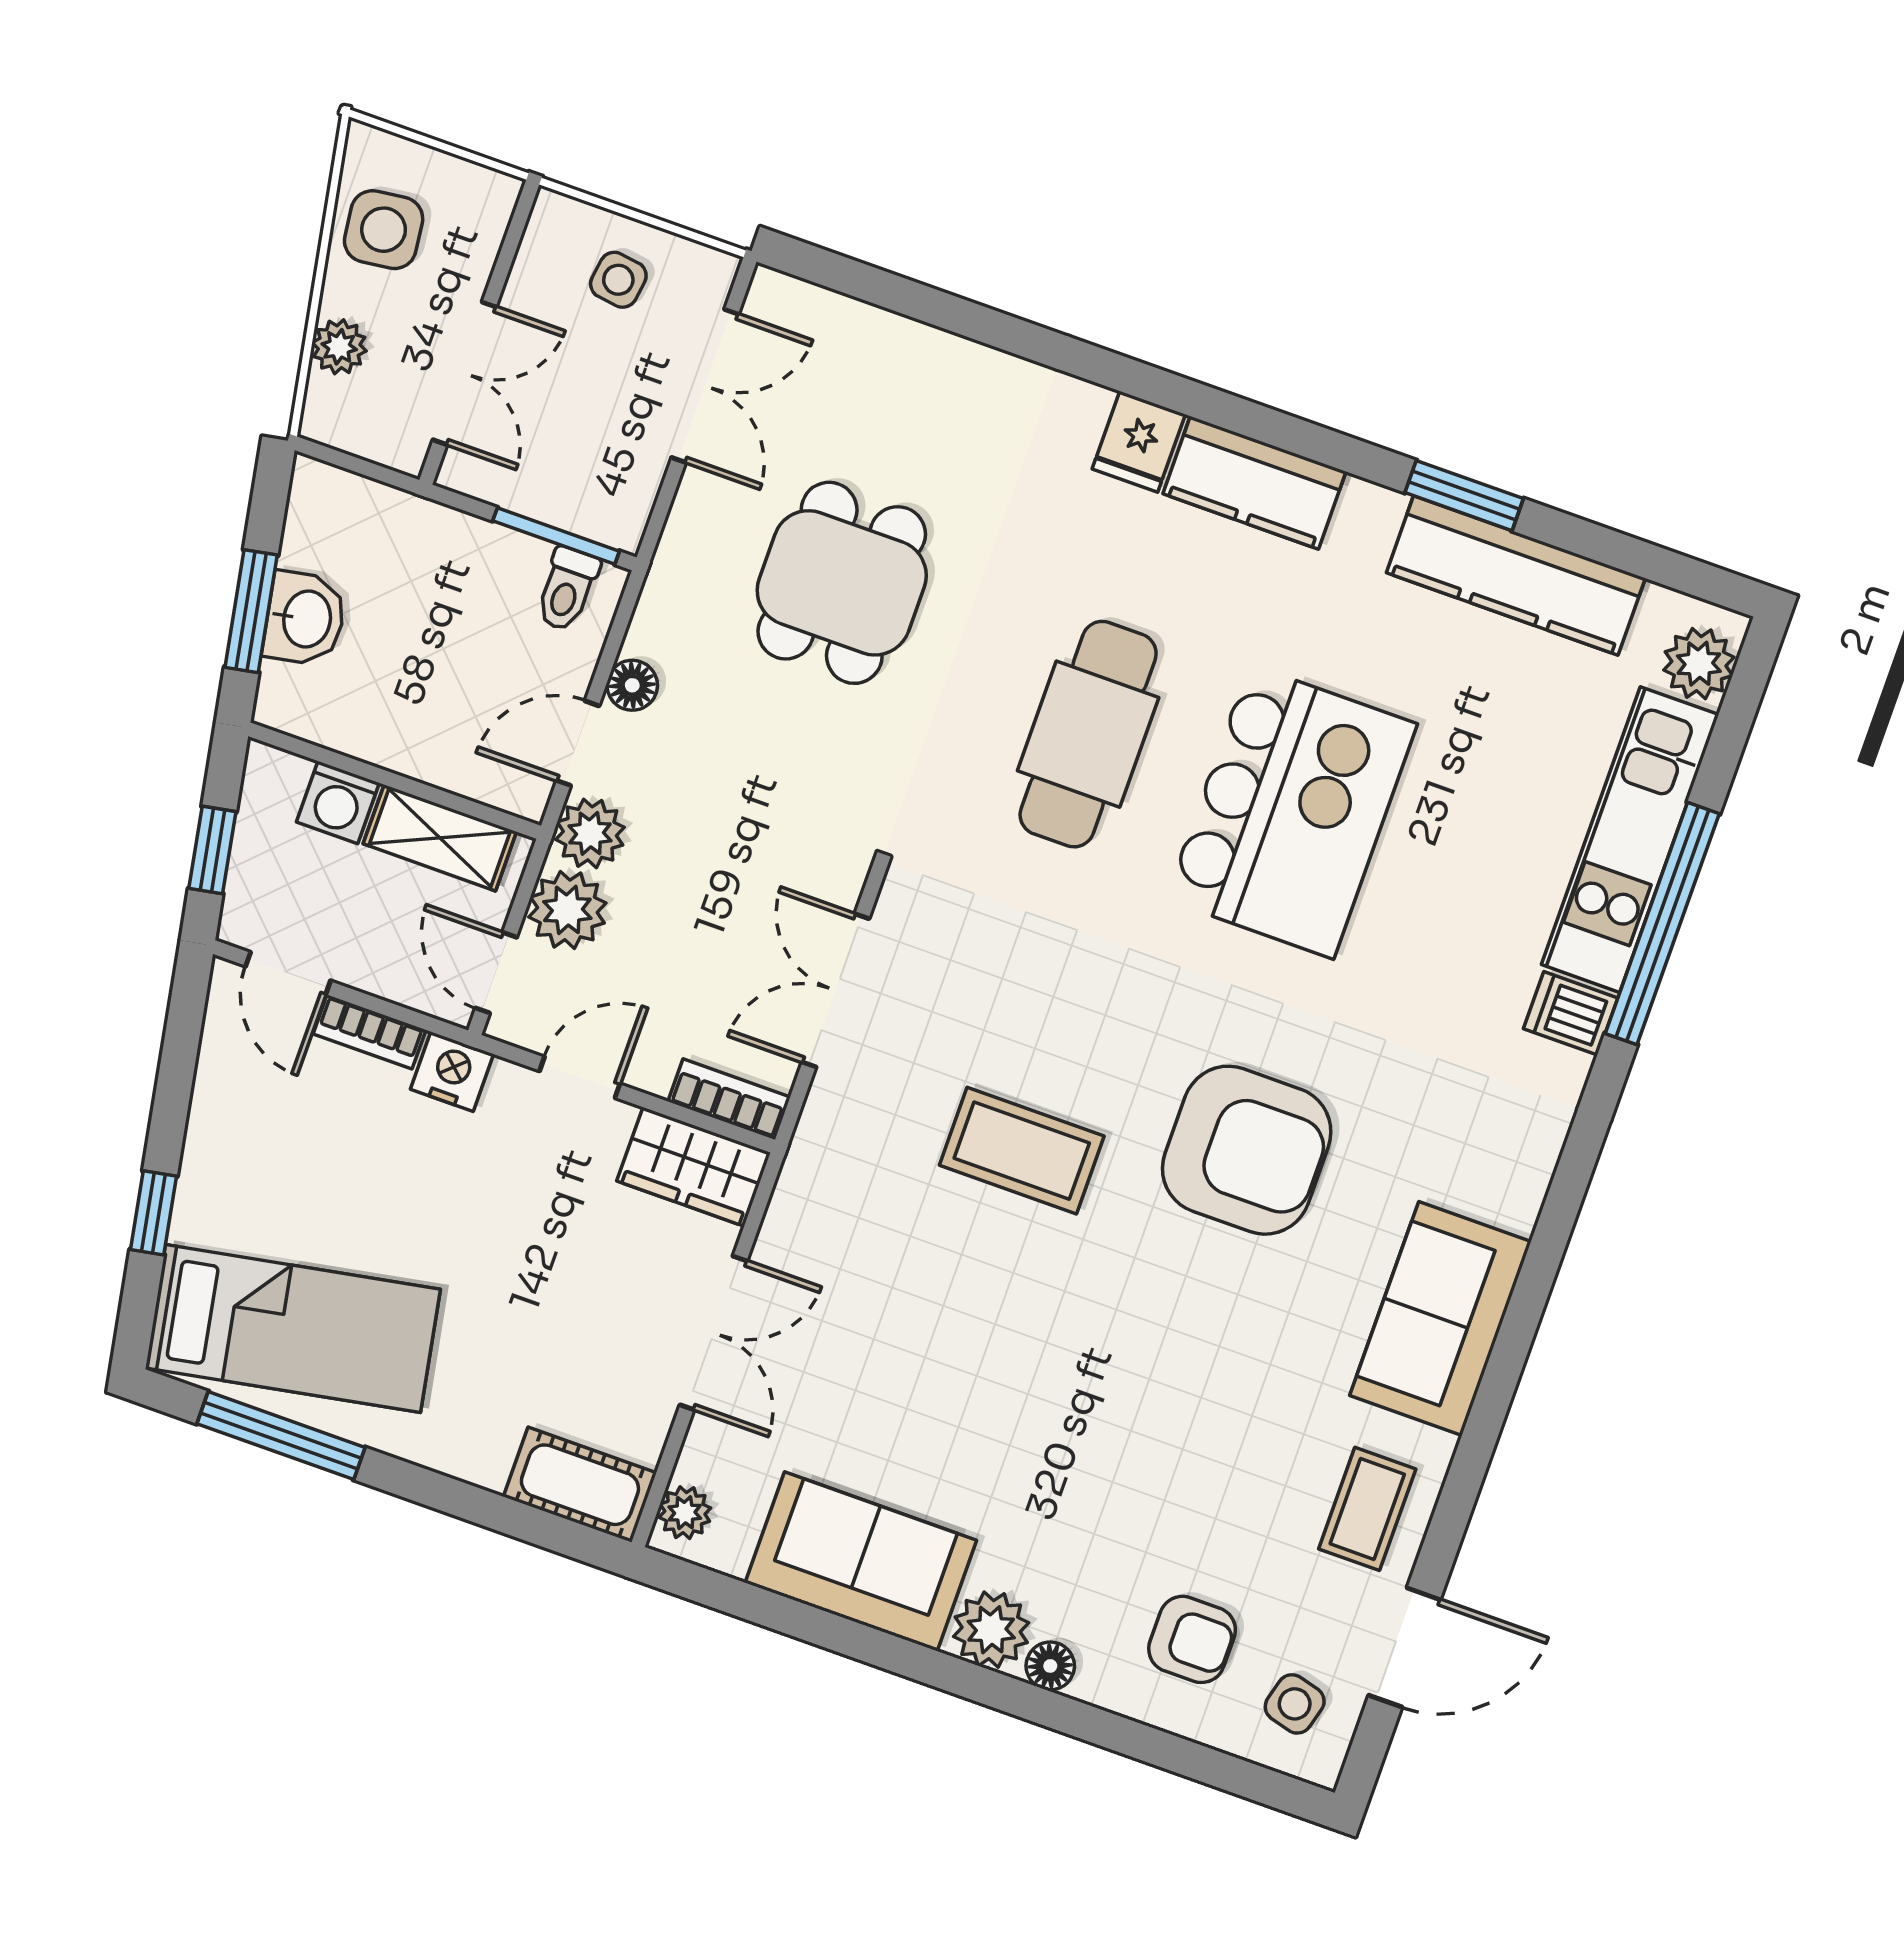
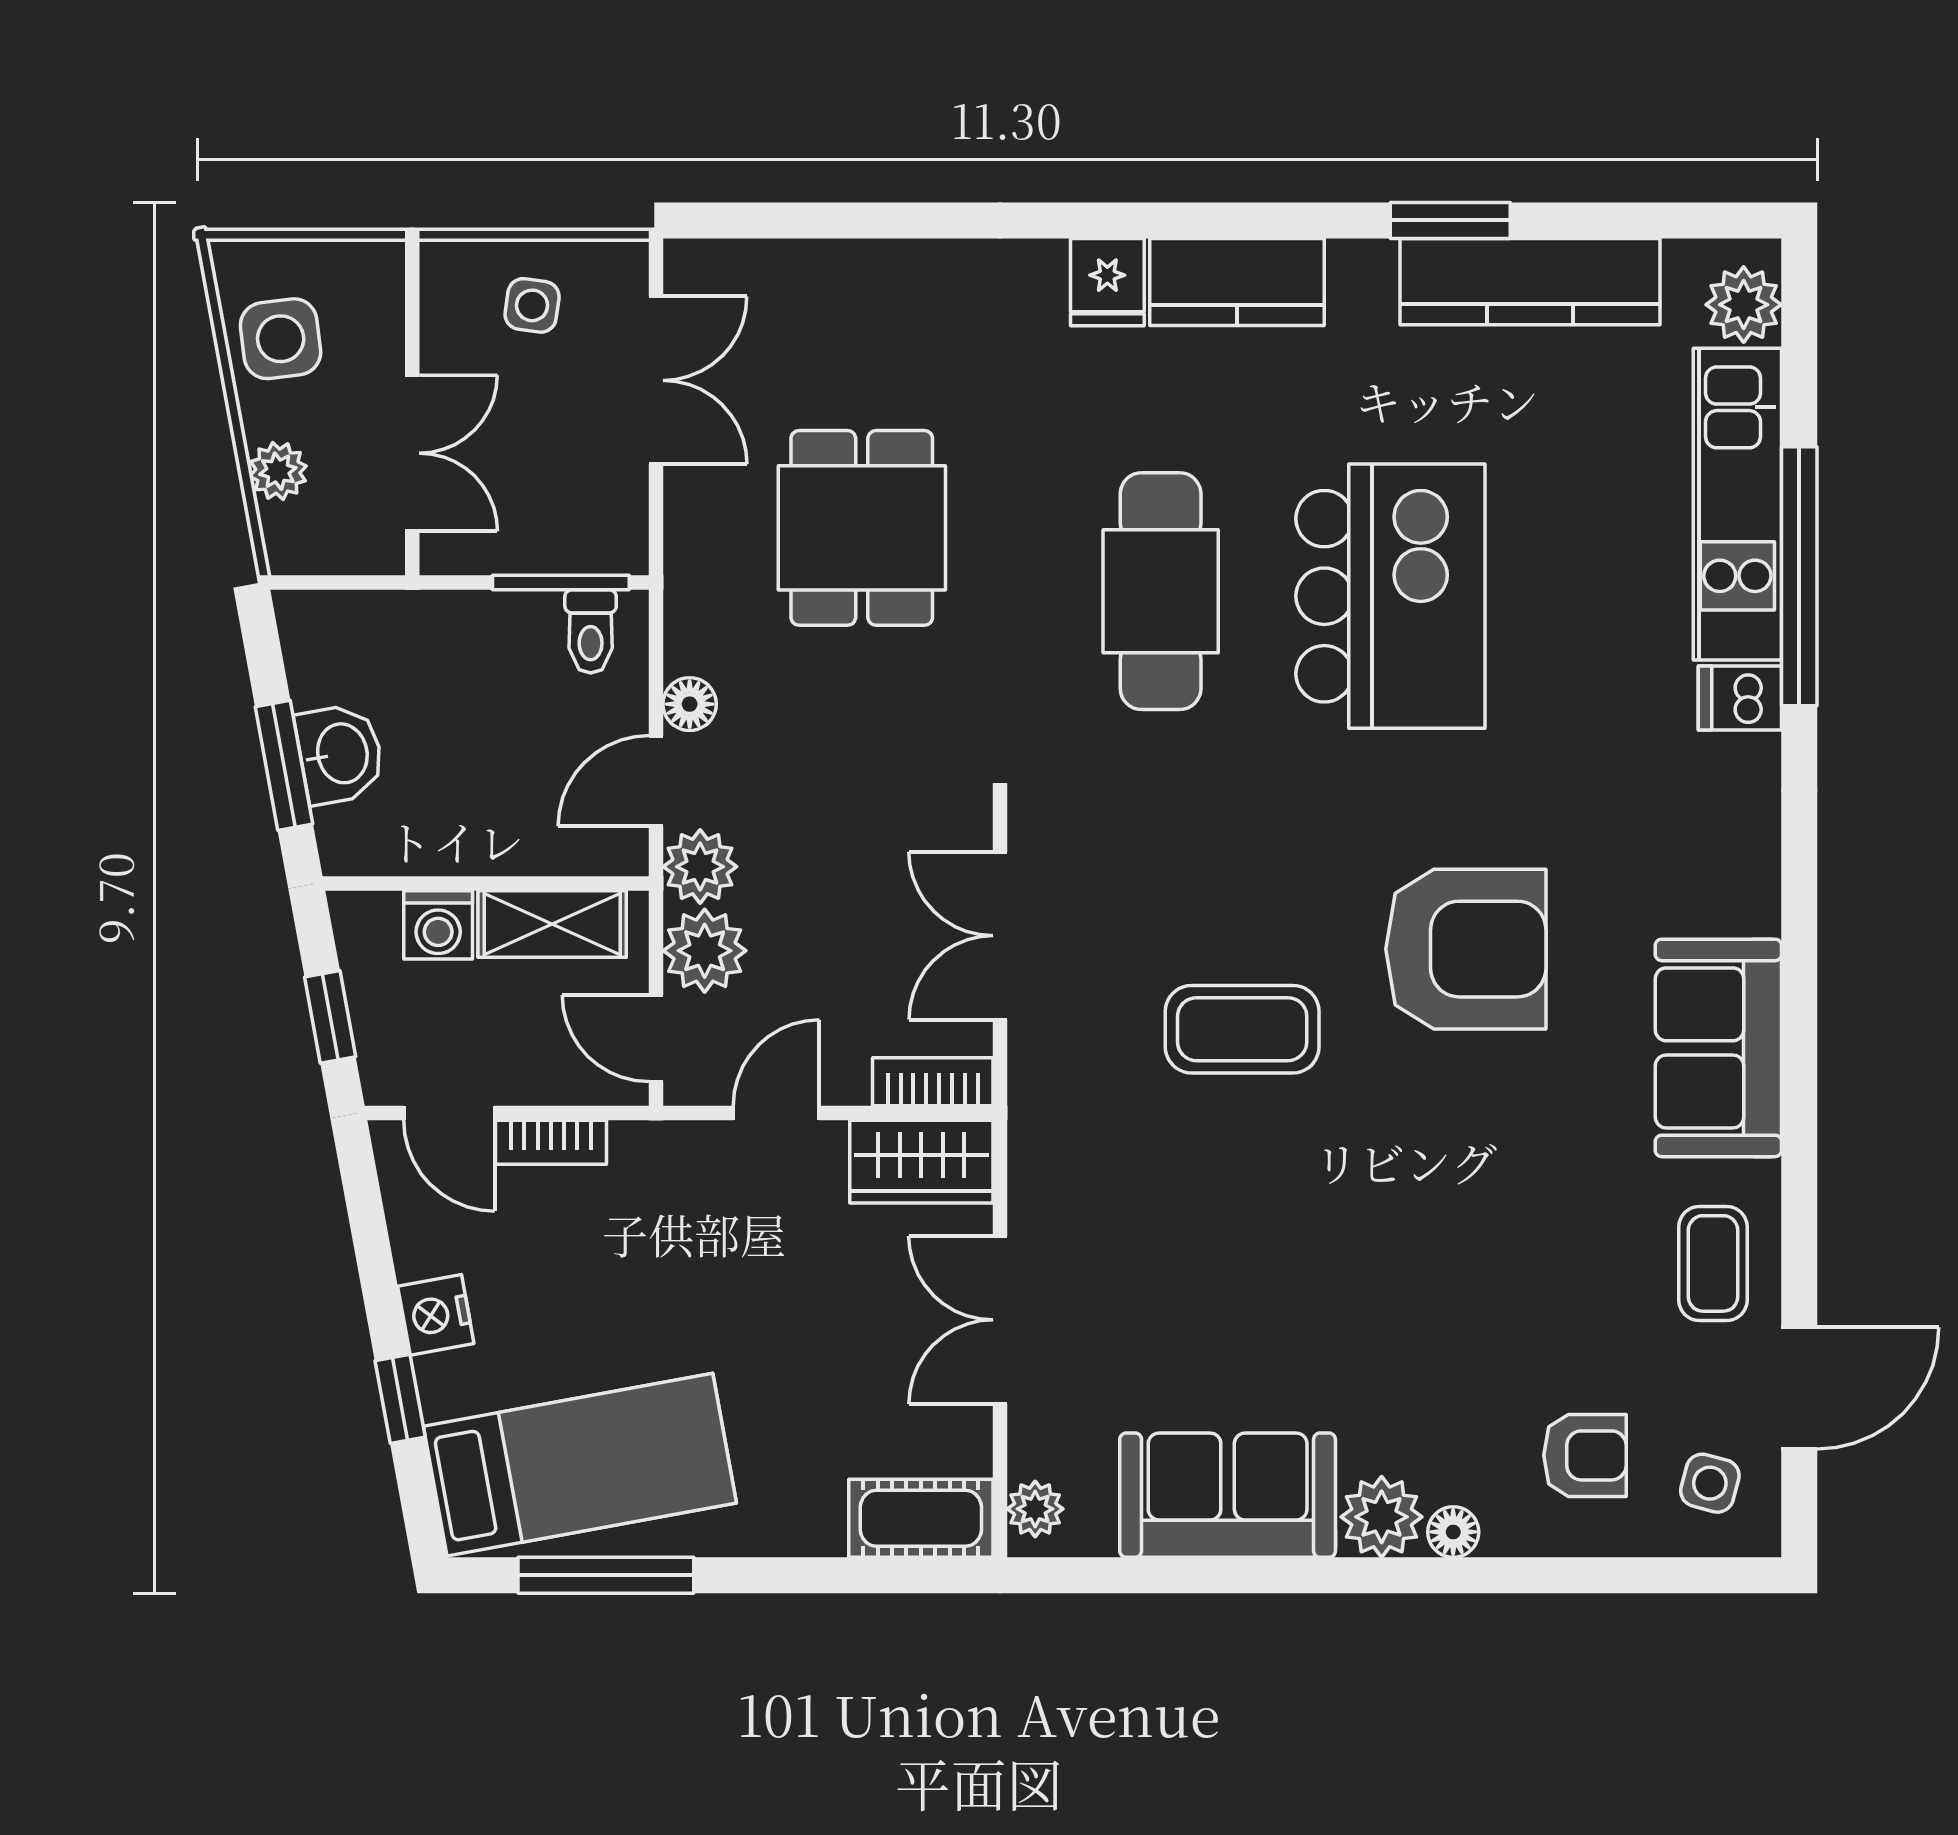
nightstand: (452, 1072) -> (436, 1315), moved, turned -100
double door: (713, 1333) -> (1000, 1320), swing flipped

